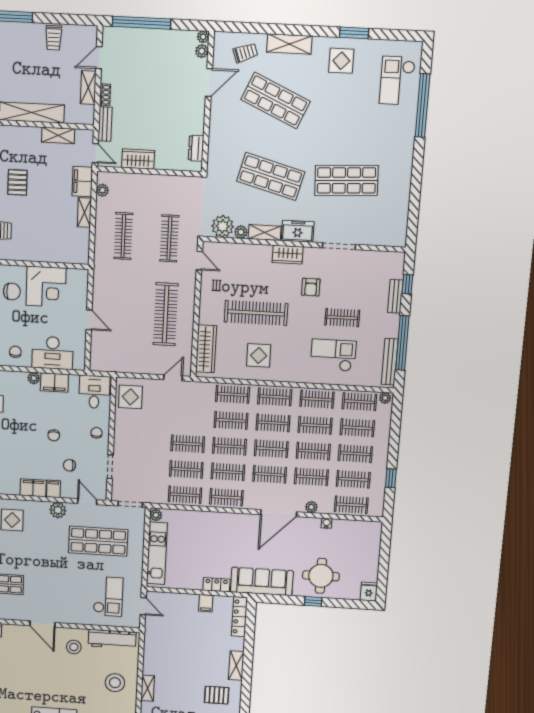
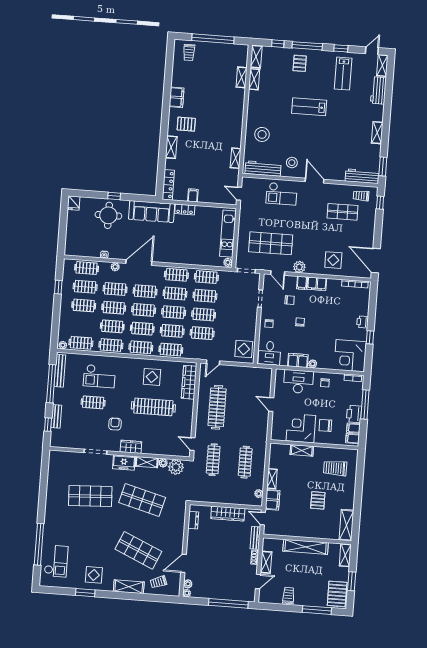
shelving: (58, 135) -> (302, 450), moved
wardrobe: (138, 159) -> (228, 514), width x1.50
clothes rail: (357, 428) -> (202, 333), moved
checkout: (108, 596) -> (282, 194), moved, turned -90
shelving: (148, 688) -> (236, 158), moved

